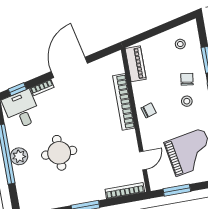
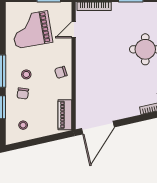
door: (69, 67) -> (98, 128), moved
bookcase: (124, 102) -> (81, 84), removed

